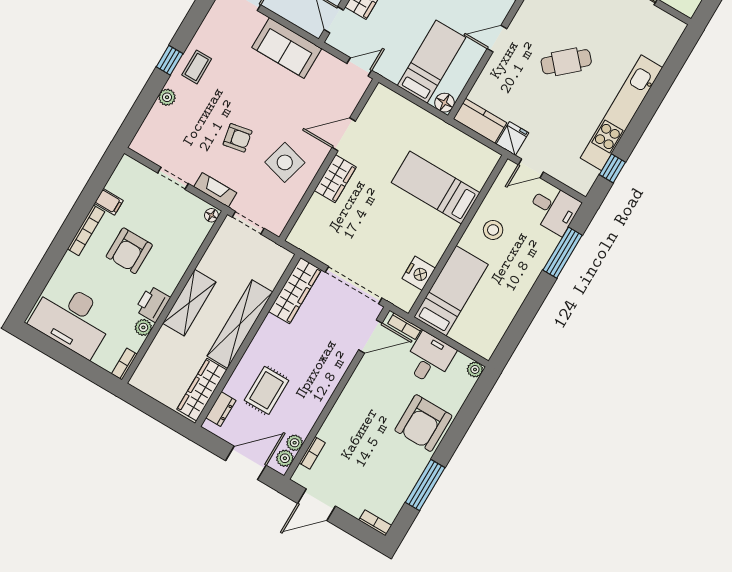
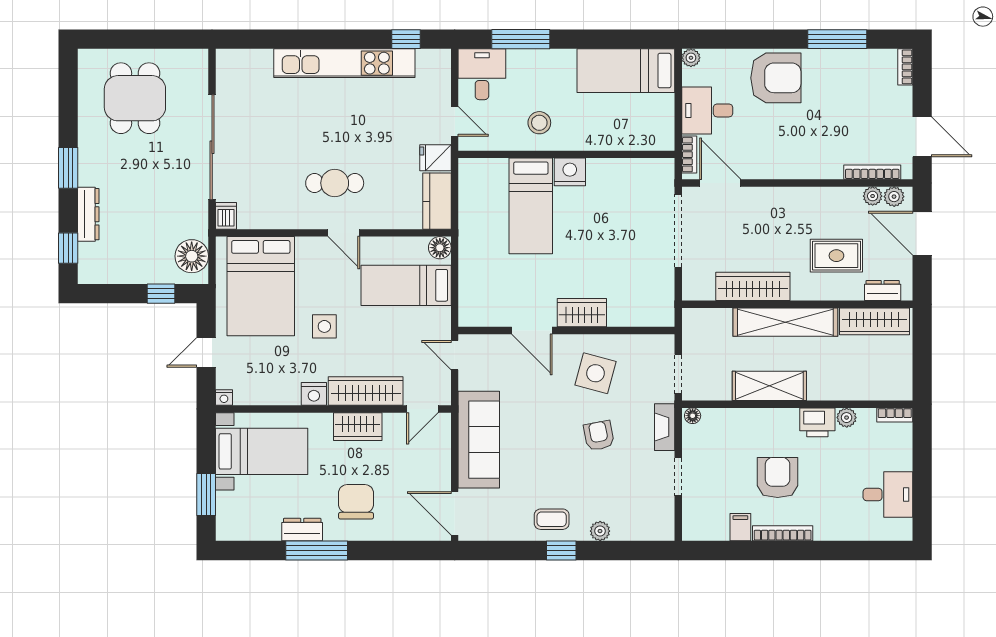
sofa: (287, 48) -> (479, 440), width x1.36
cafe table: (566, 62) -> (335, 183), moved, turned -48
armchair: (129, 251) -> (778, 478), turned -90
nightstand: (419, 273) -> (570, 172), moved
wardrobe: (295, 291) -> (753, 286), moved
bed: (451, 291) -> (626, 71), moved
shelving: (189, 303) -> (769, 386), moved
desk: (72, 319) -> (888, 495), width x0.53, depth x0.77
bookcase: (312, 453) -> (872, 172), width x1.56

